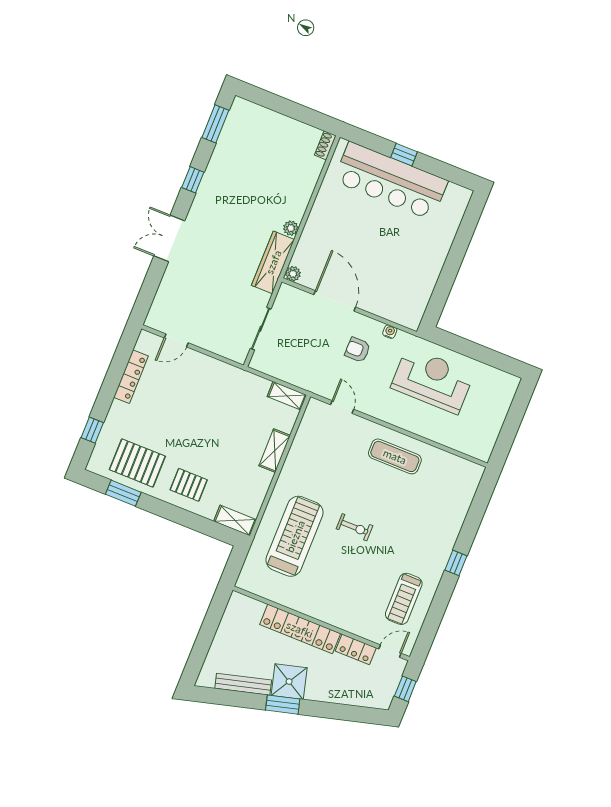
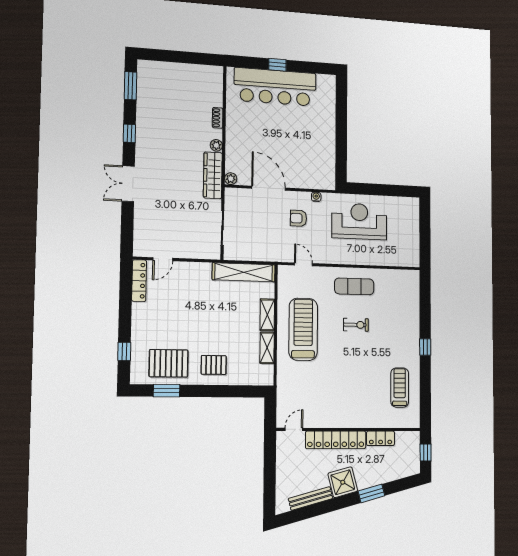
shoe rack: (325, 145) -> (218, 118), moved
locker: (131, 377) -> (139, 281), moved
shelving: (287, 396) -> (244, 272), width x2.20, depth x1.33
shelving: (235, 521) -> (267, 348), moved, turned 90
exercise bike: (354, 527) -> (356, 325), moved
treadmill: (295, 536) -> (303, 329), moved
treadmill: (404, 599) -> (400, 388), turned 180
door: (390, 651) -> (294, 429), moved
window: (283, 705) -> (371, 493), moved

